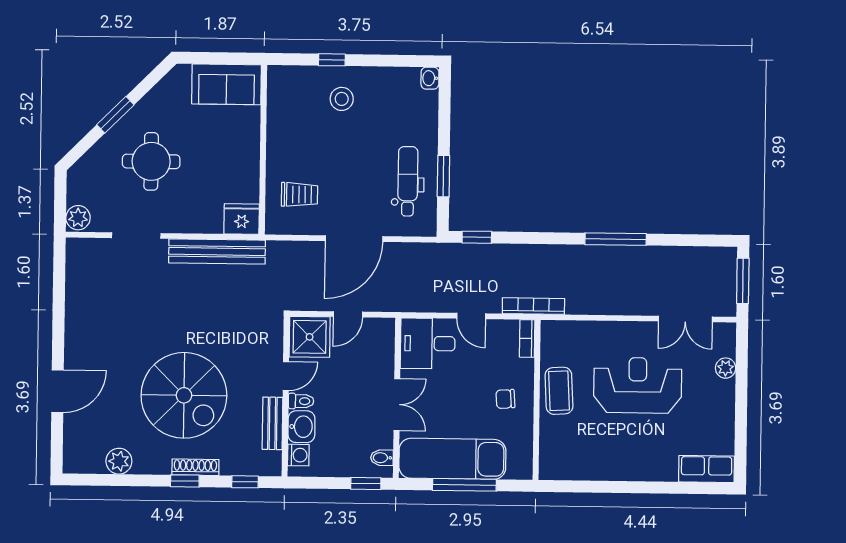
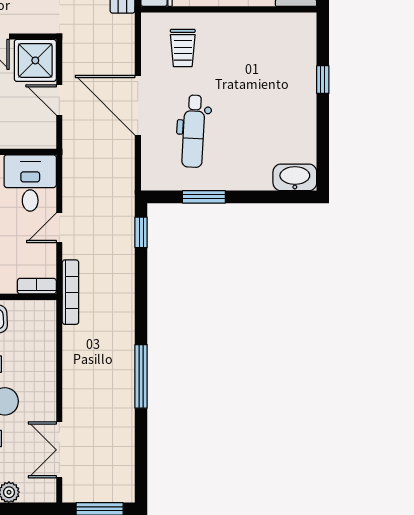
washbasin: (430, 78) -> (295, 177), width x1.91, depth x1.45
stool: (342, 99) -> (283, 90), removed
dental chair: (408, 181) -> (194, 131), moved, turned 93

